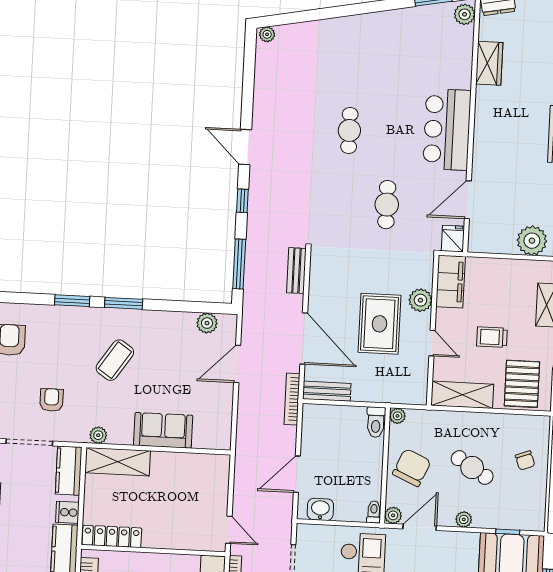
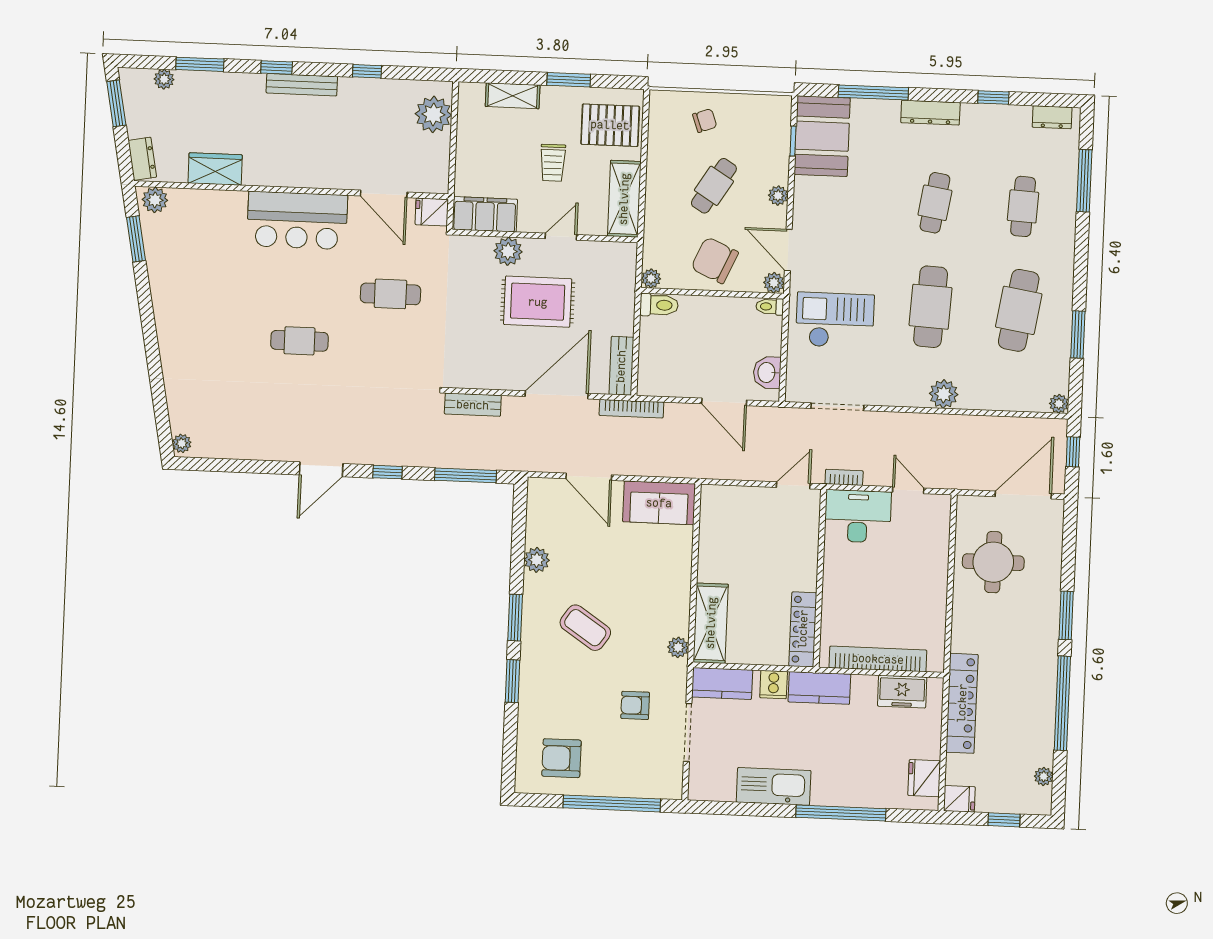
plant: (207, 323) -> (537, 560), moved
sofa: (163, 430) -> (659, 503), moved, turned -90

